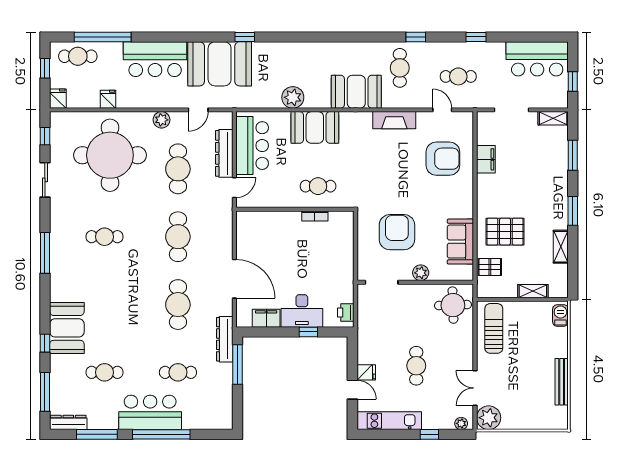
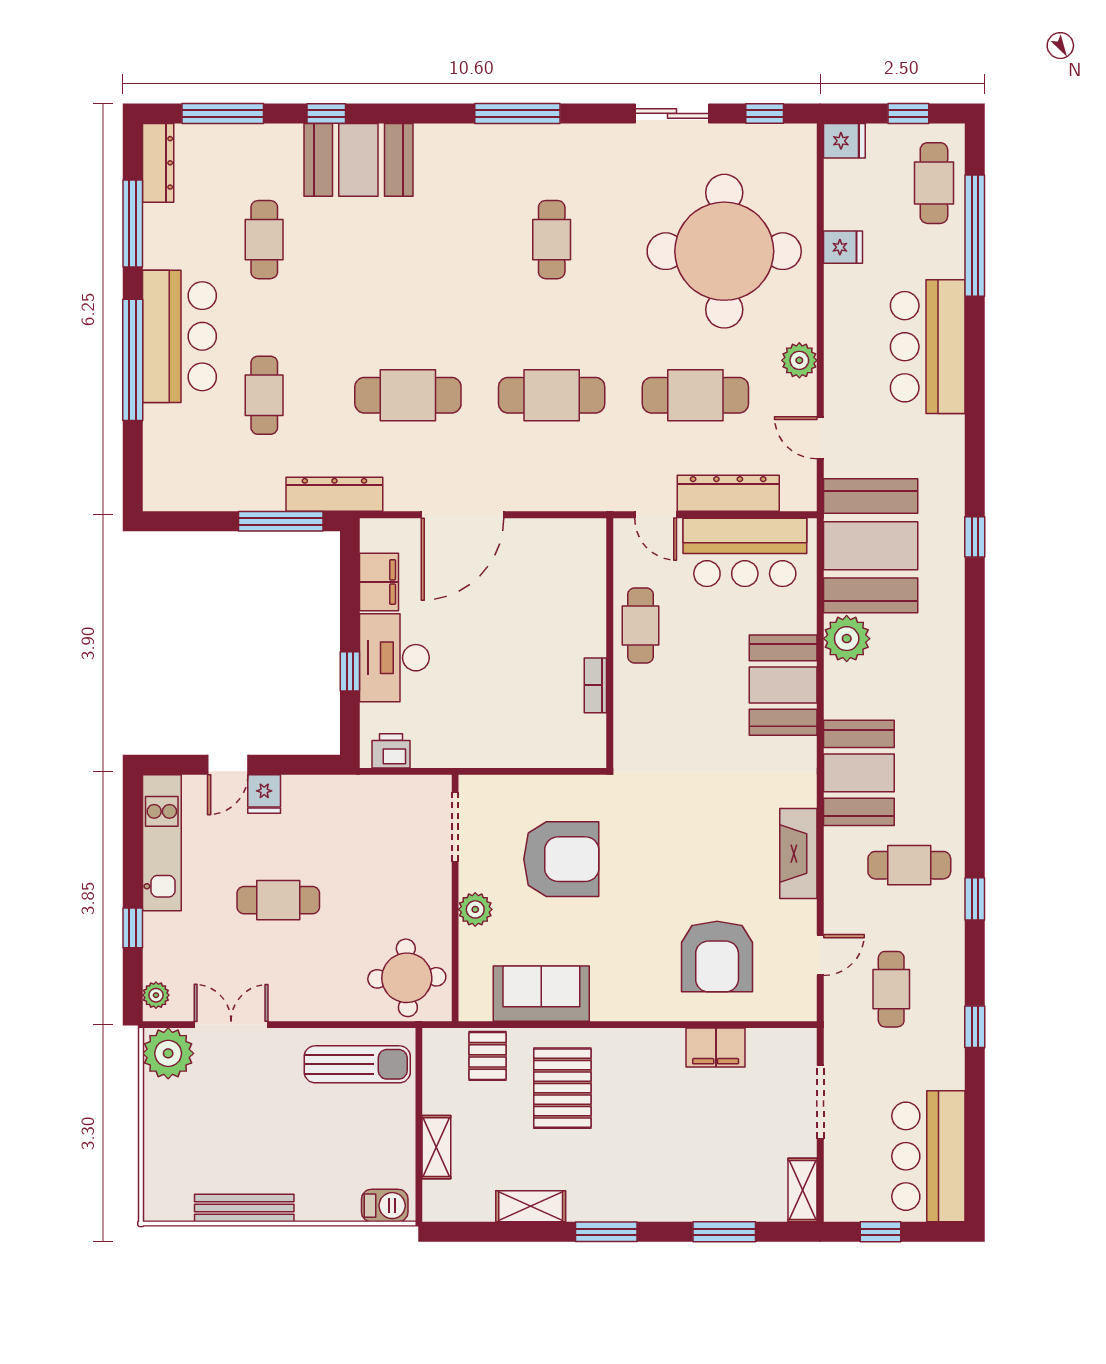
booth: (220, 64) -> (871, 546), moved
cafe table: (318, 186) -> (641, 625), moved

